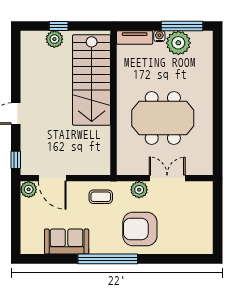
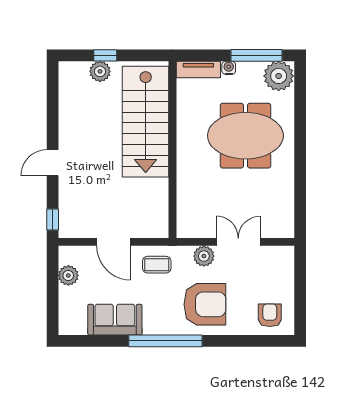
plant: (178, 43) -> (279, 76), moved
meeting table: (163, 118) -> (245, 136), moved
door: (52, 178) -> (114, 242), moved
plant: (29, 189) -> (68, 275), moved
armchair: (140, 229) -> (205, 304), turned 180
armchair: (193, 238) -> (270, 315), added

